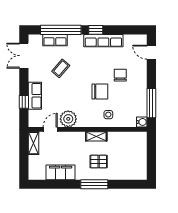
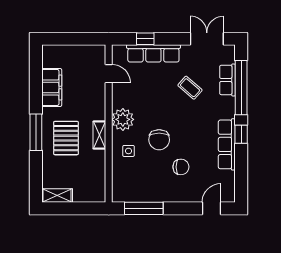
row of seats: (35, 96) -> (153, 53), width x1.48
plant: (68, 119) -> (123, 119), moved
water cooler: (142, 122) -> (119, 195), removed
shelving: (34, 143) -> (57, 195), moved
pallet: (99, 162) -> (66, 138), width x1.50, depth x1.42

